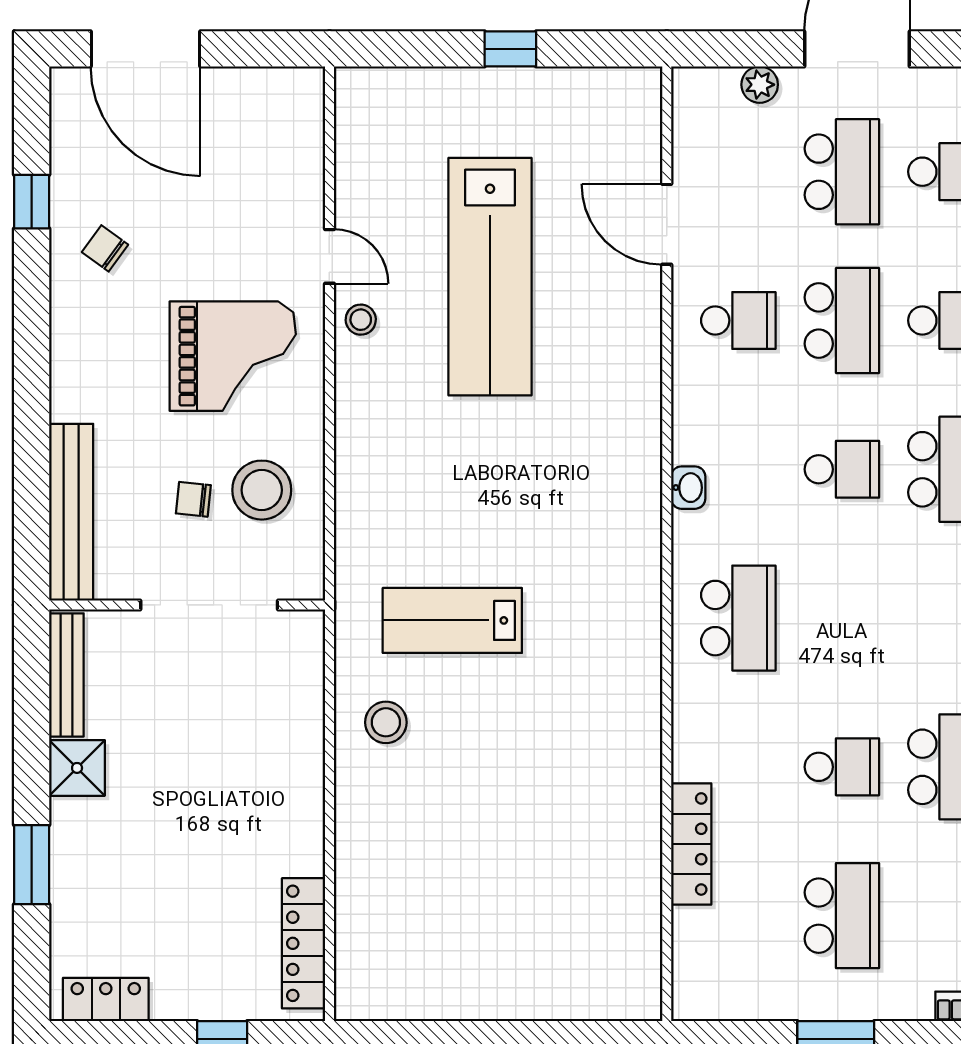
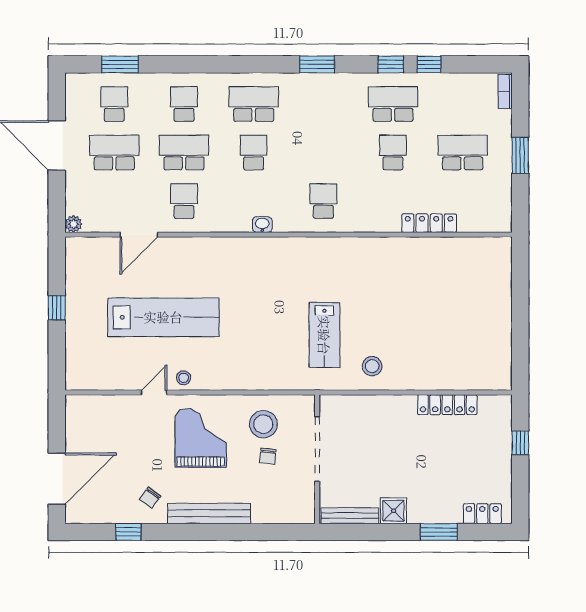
plant: (760, 85) -> (74, 224), moved
bench: (71, 512) -> (209, 513), moved
school desk: (738, 618) -> (323, 201), width x0.54
locker: (304, 943) -> (447, 405), moved
locker: (106, 999) -> (482, 514), moved, turned 90

